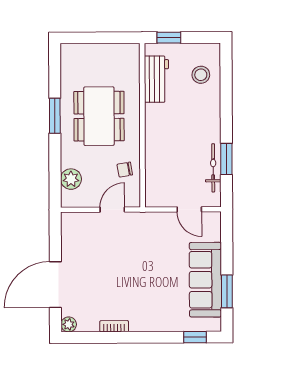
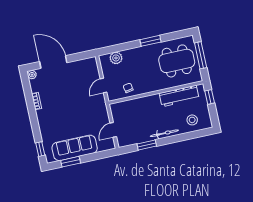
window: (97, 38) -> (201, 55), added
workbench: (156, 79) -> (179, 96), width x1.38
dining table: (99, 116) -> (177, 61), moved
bicycle: (213, 168) -> (164, 133), moved
door: (112, 210) -> (104, 86), swing flipped

